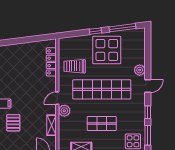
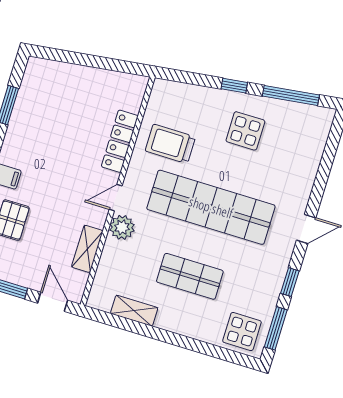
display table: (107, 50) -> (245, 131), width x0.54, depth x0.54
locker: (51, 62) -> (120, 141), moved
plant: (140, 70) -> (300, 192), removed

